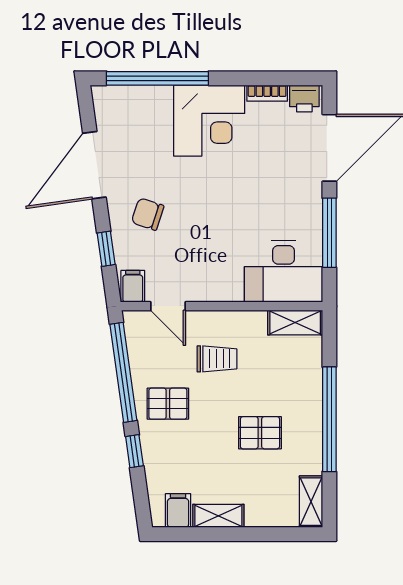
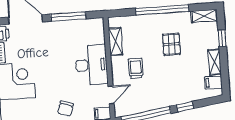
desk: (284, 271) -> (91, 65), moved
shelving: (295, 323) -> (116, 42), moved
pallet: (168, 404) -> (160, 92), removed
window: (264, 534) -> (222, 38), added

